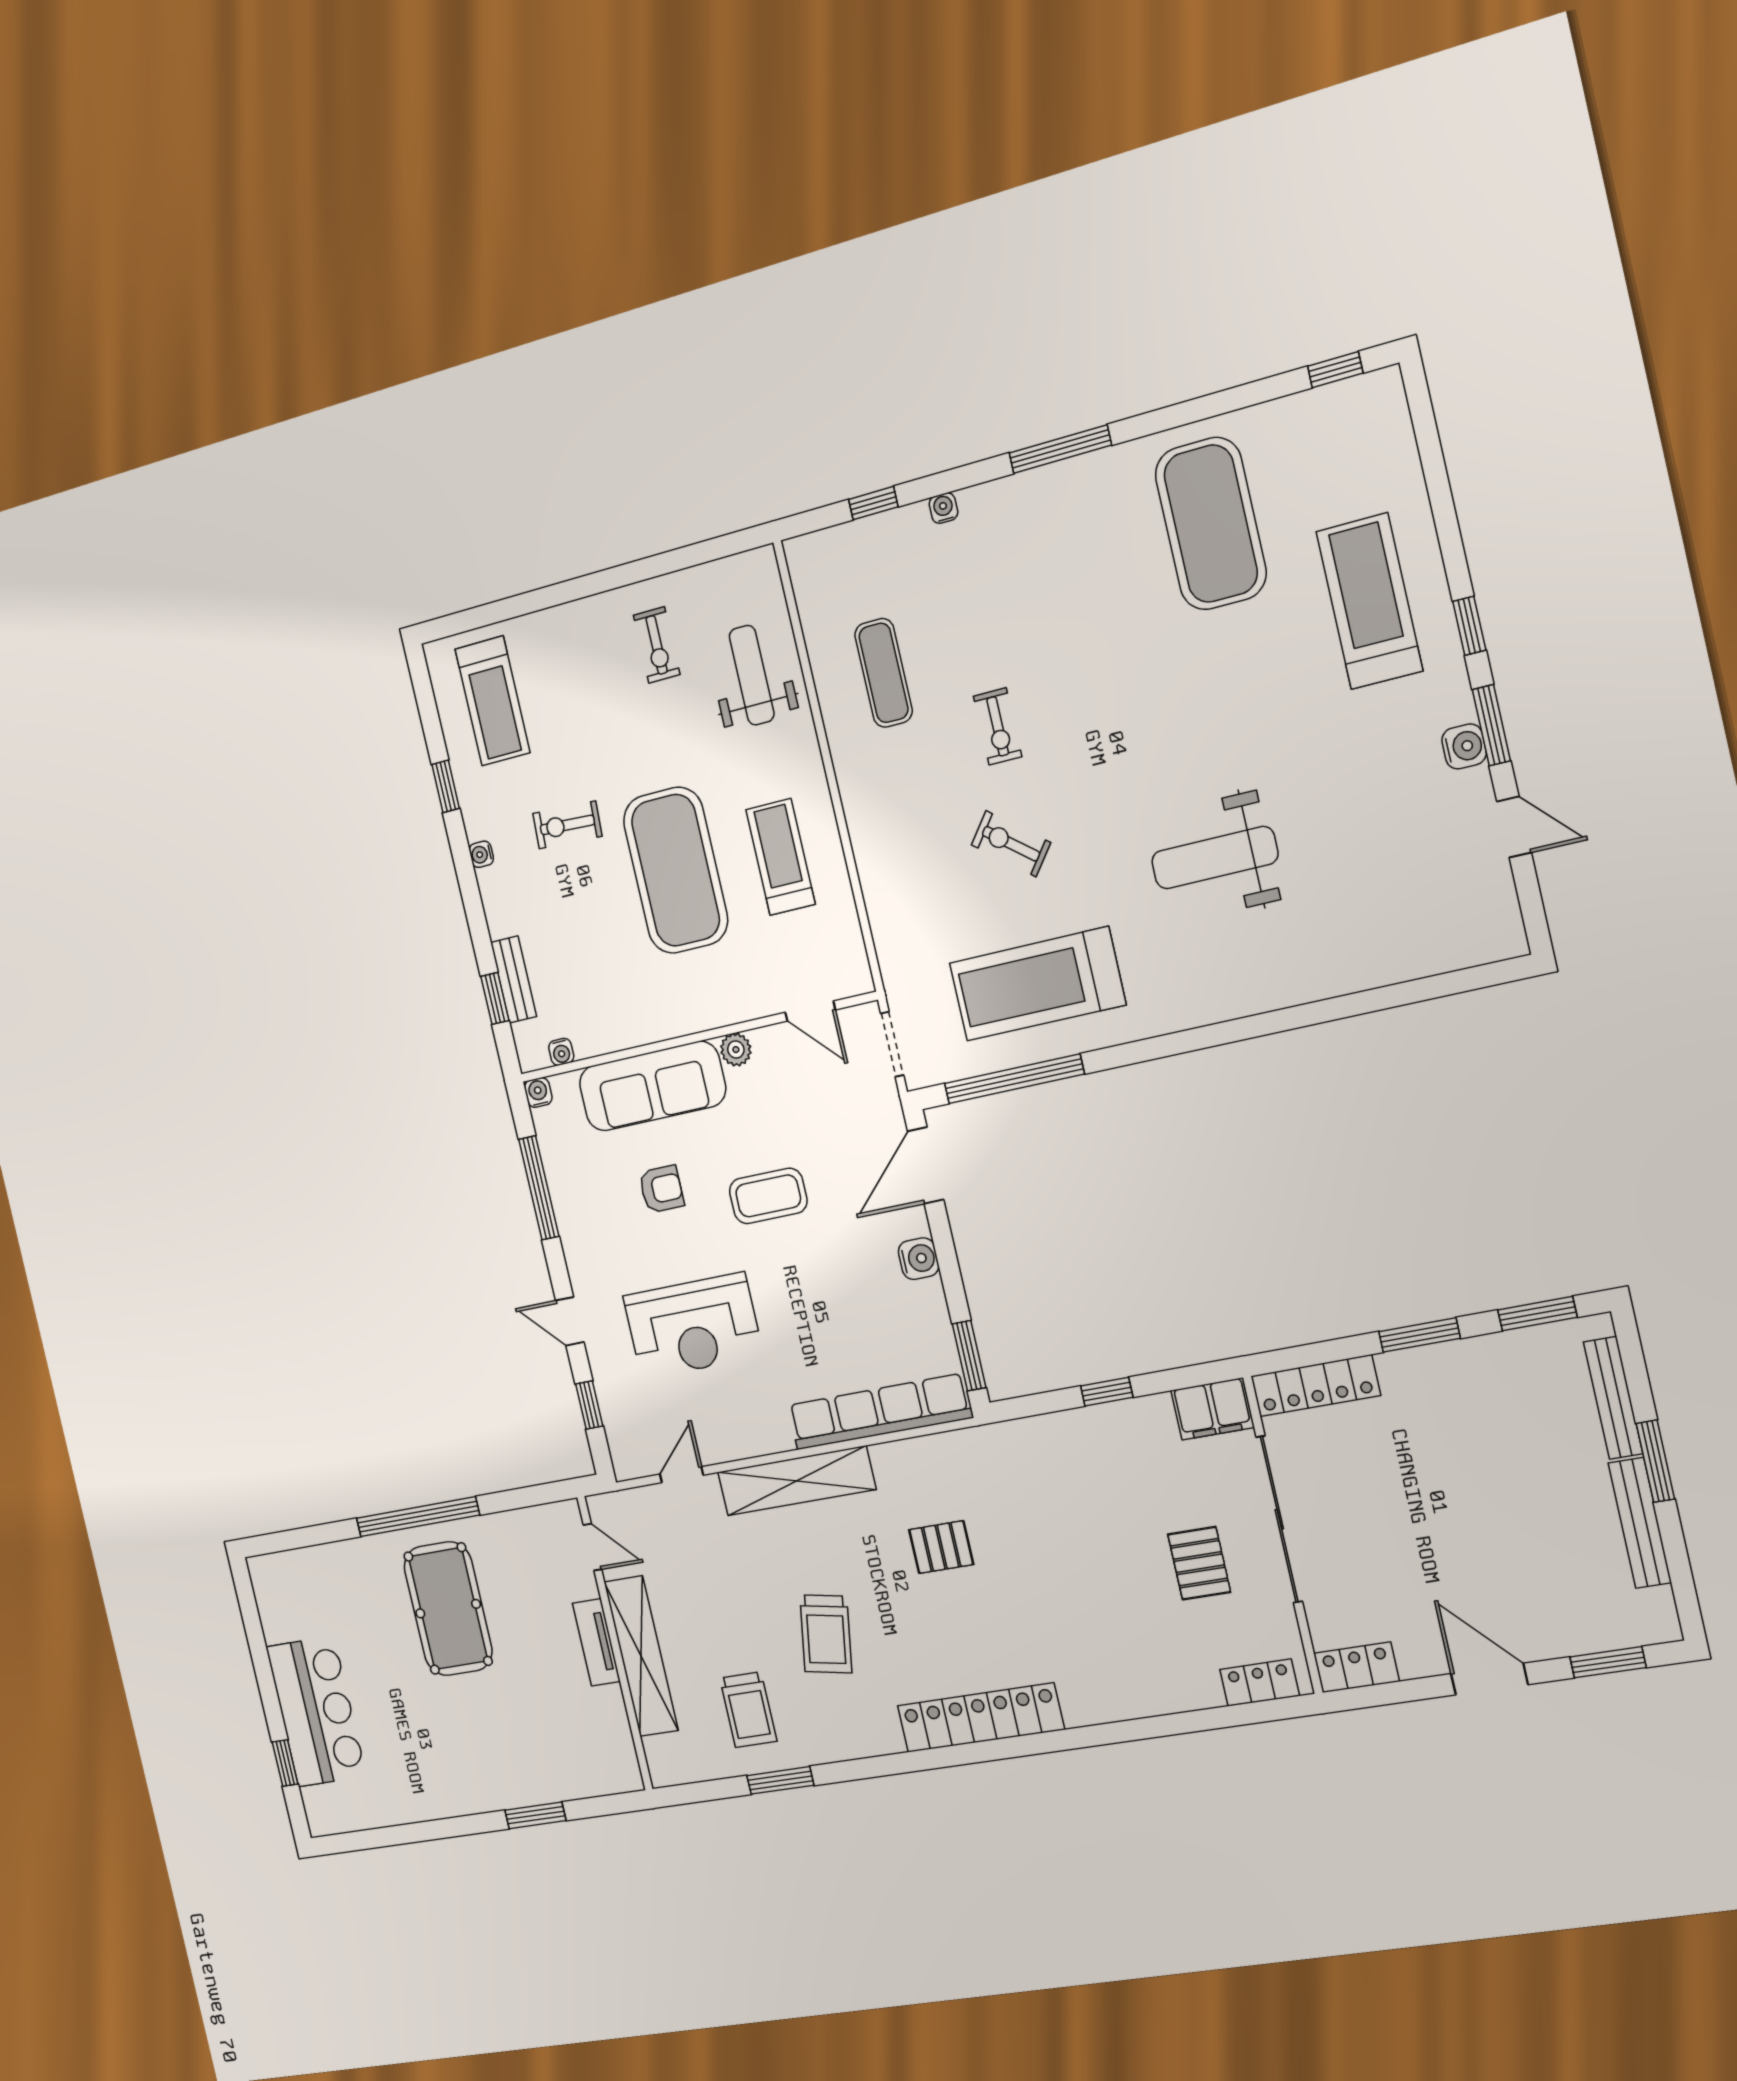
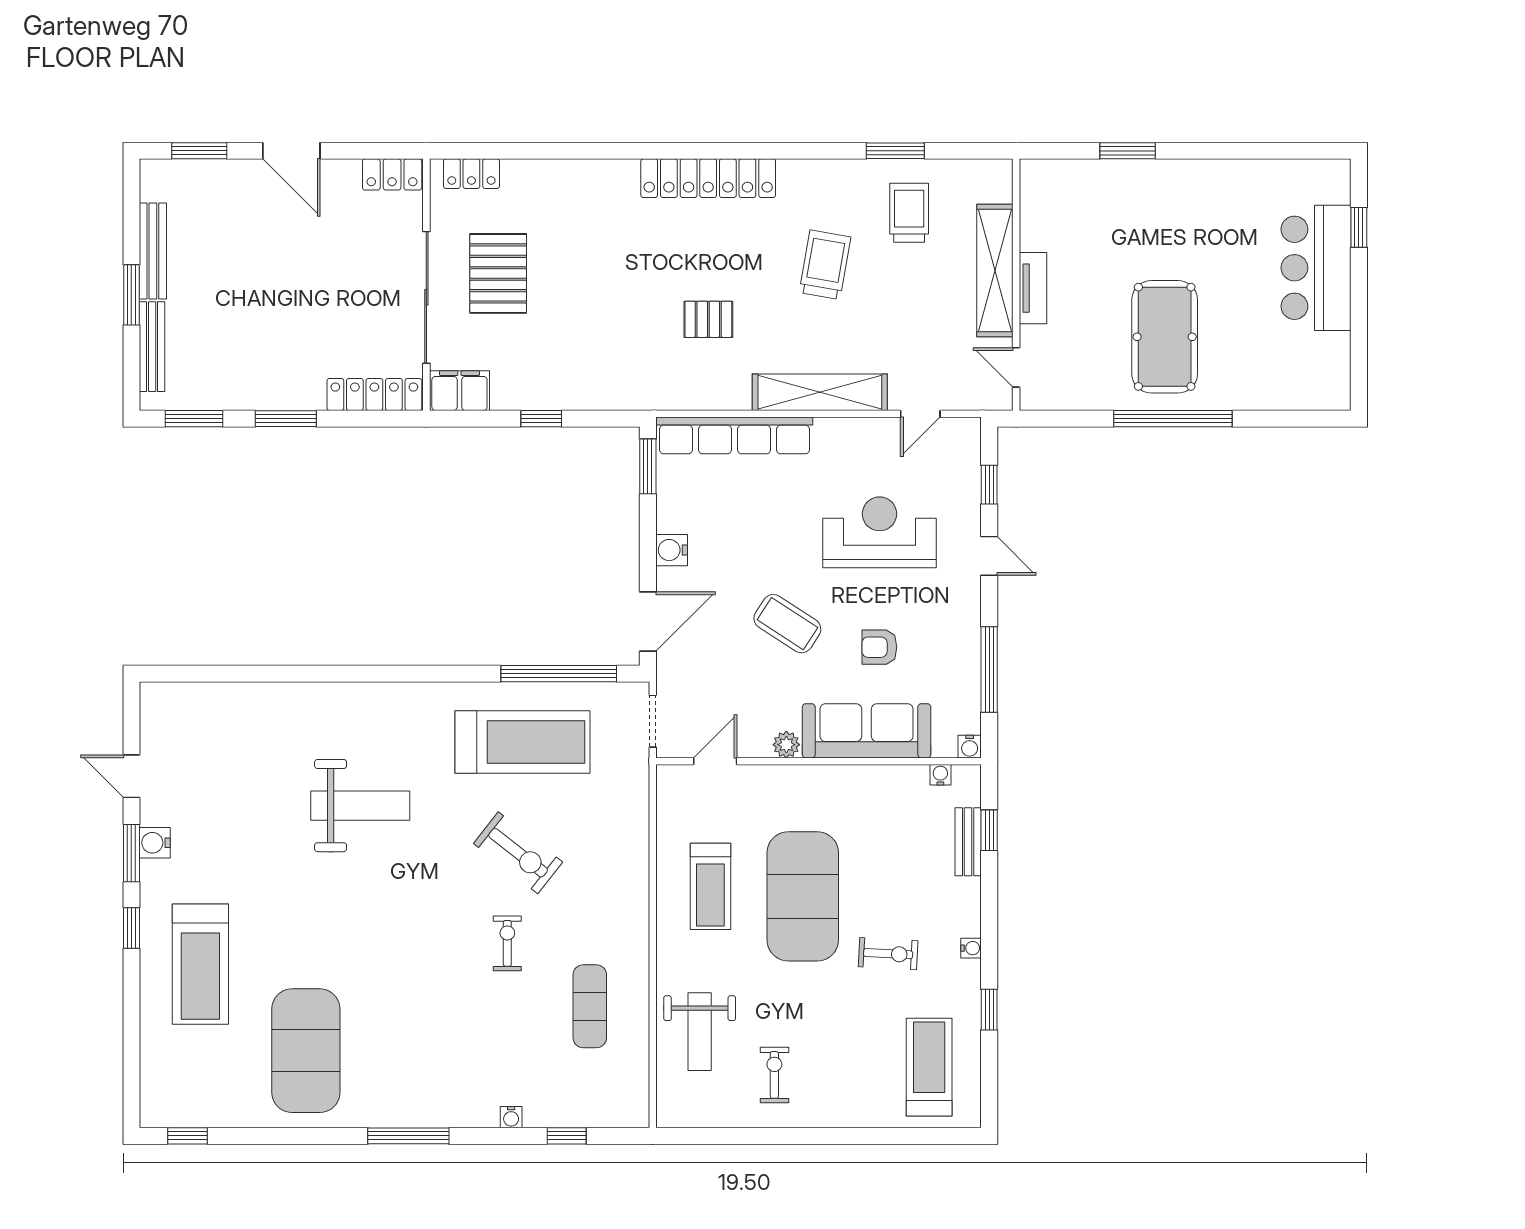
exercise bike: (1011, 844) -> (518, 853), width x1.38, depth x1.39
door: (810, 1011) -> (715, 761), hinge flipped
coffee table: (768, 1196) -> (787, 624), turned 33
pallet: (1199, 1563) -> (498, 273), width x1.50, depth x1.42

